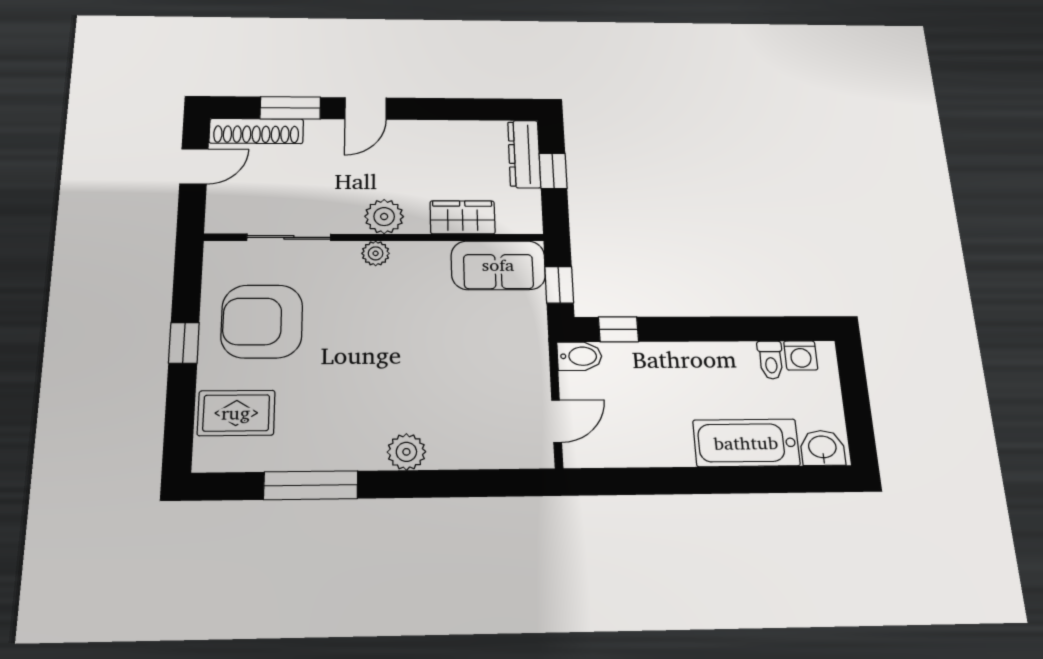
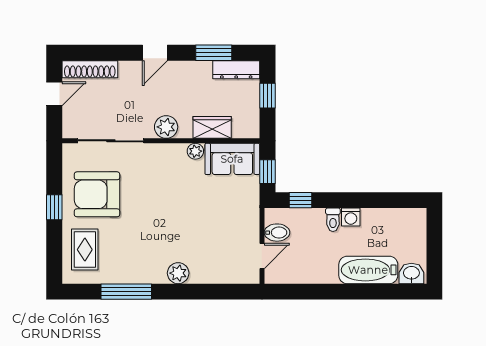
window: (290, 108) -> (214, 53), moved
dresser: (524, 154) -> (236, 70), moved, turned -90
sliding door: (289, 237) -> (111, 141), width x1.37
plant: (376, 253) -> (195, 151), moved
washing machine: (801, 355) -> (351, 217), moved
bidet: (580, 356) -> (277, 233), moved
toilet: (771, 360) -> (333, 220), moved
rug: (236, 413) -> (85, 250), turned 90

